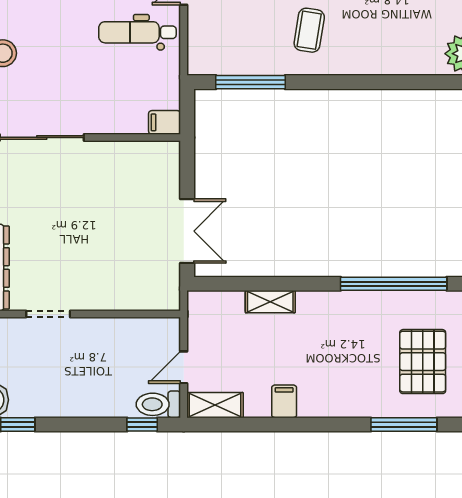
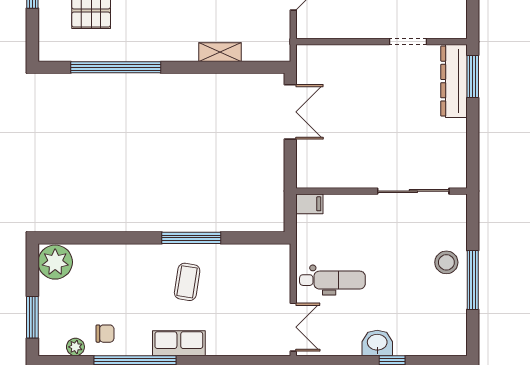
window: (251, 82) -> (191, 238), moved
double door: (187, 231) -> (290, 112), swing flipped

